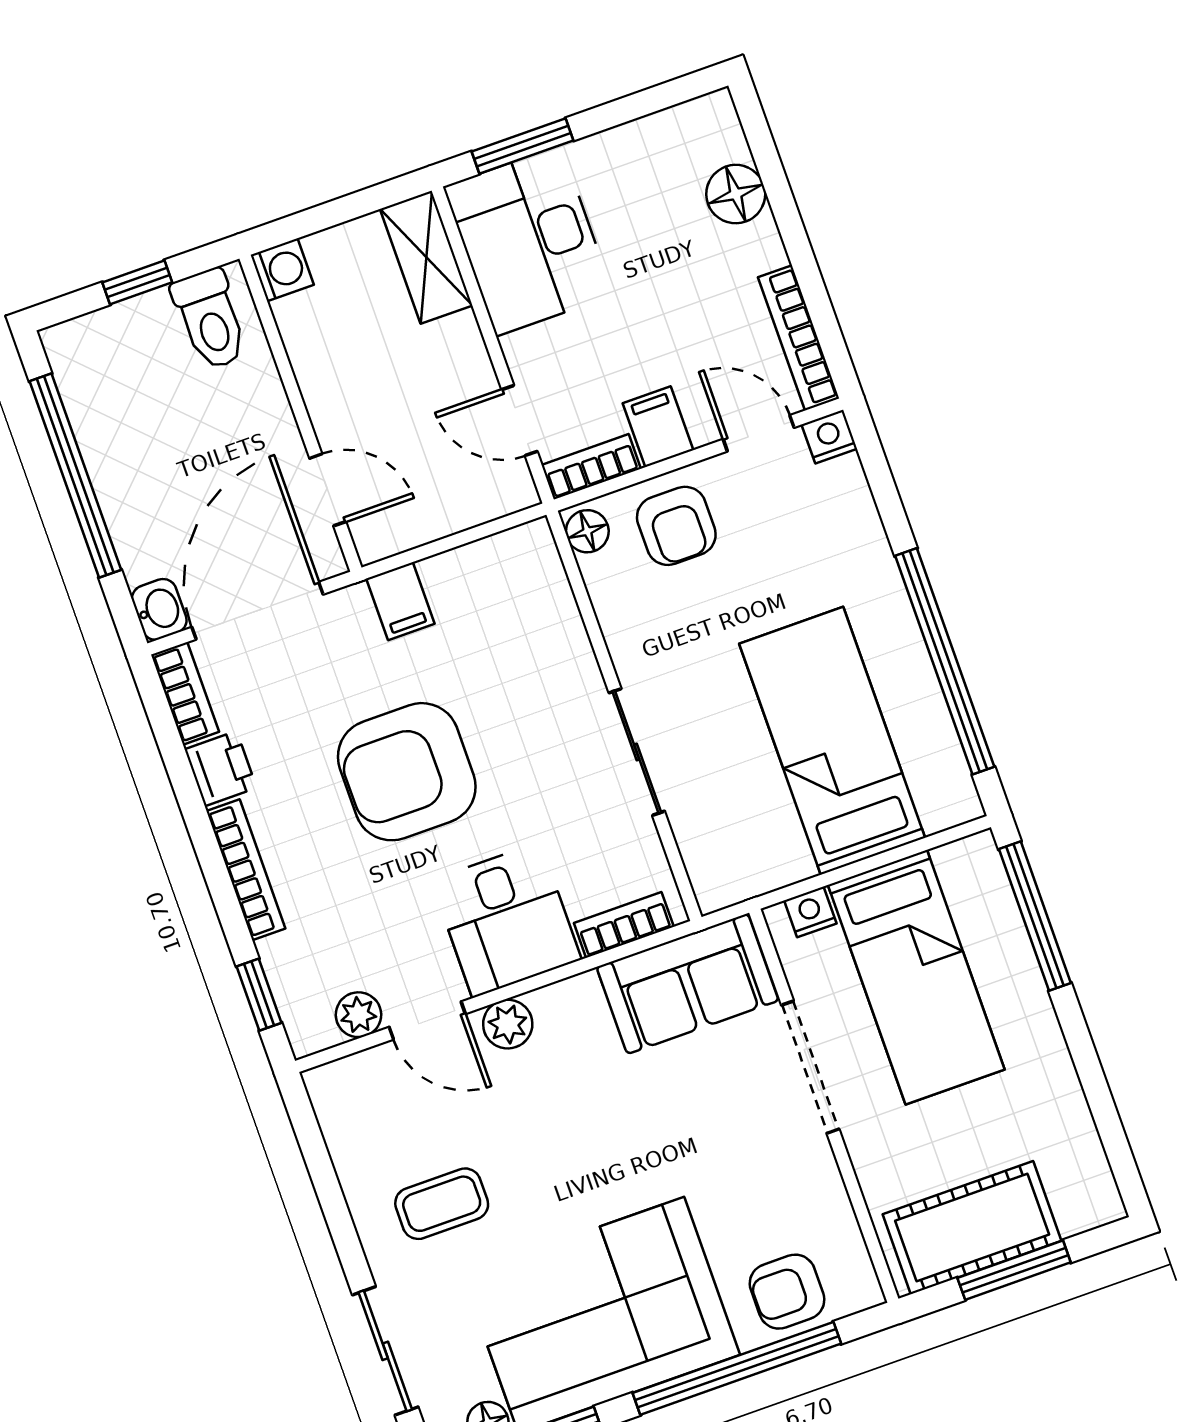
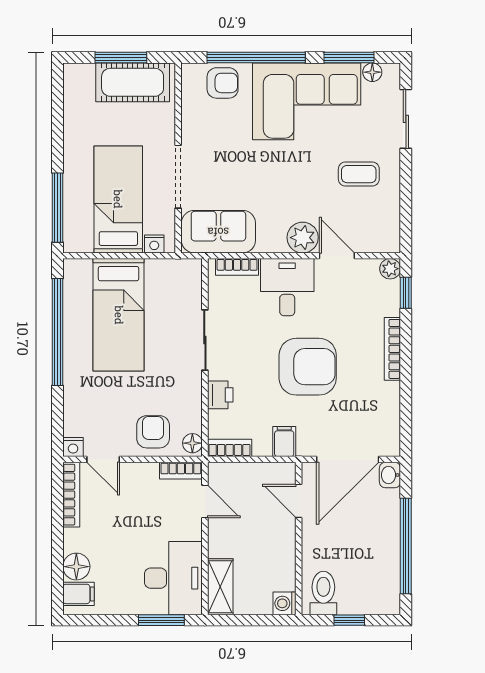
filing cabinet: (658, 427) -> (79, 594), moved, turned -90
bookcase: (185, 693) -> (230, 448), moved, turned 90
printer: (221, 769) -> (220, 395), moved, turned 180
plant: (358, 1015) -> (390, 269), moved
plant: (508, 1024) -> (303, 238), width x1.38, depth x1.38

